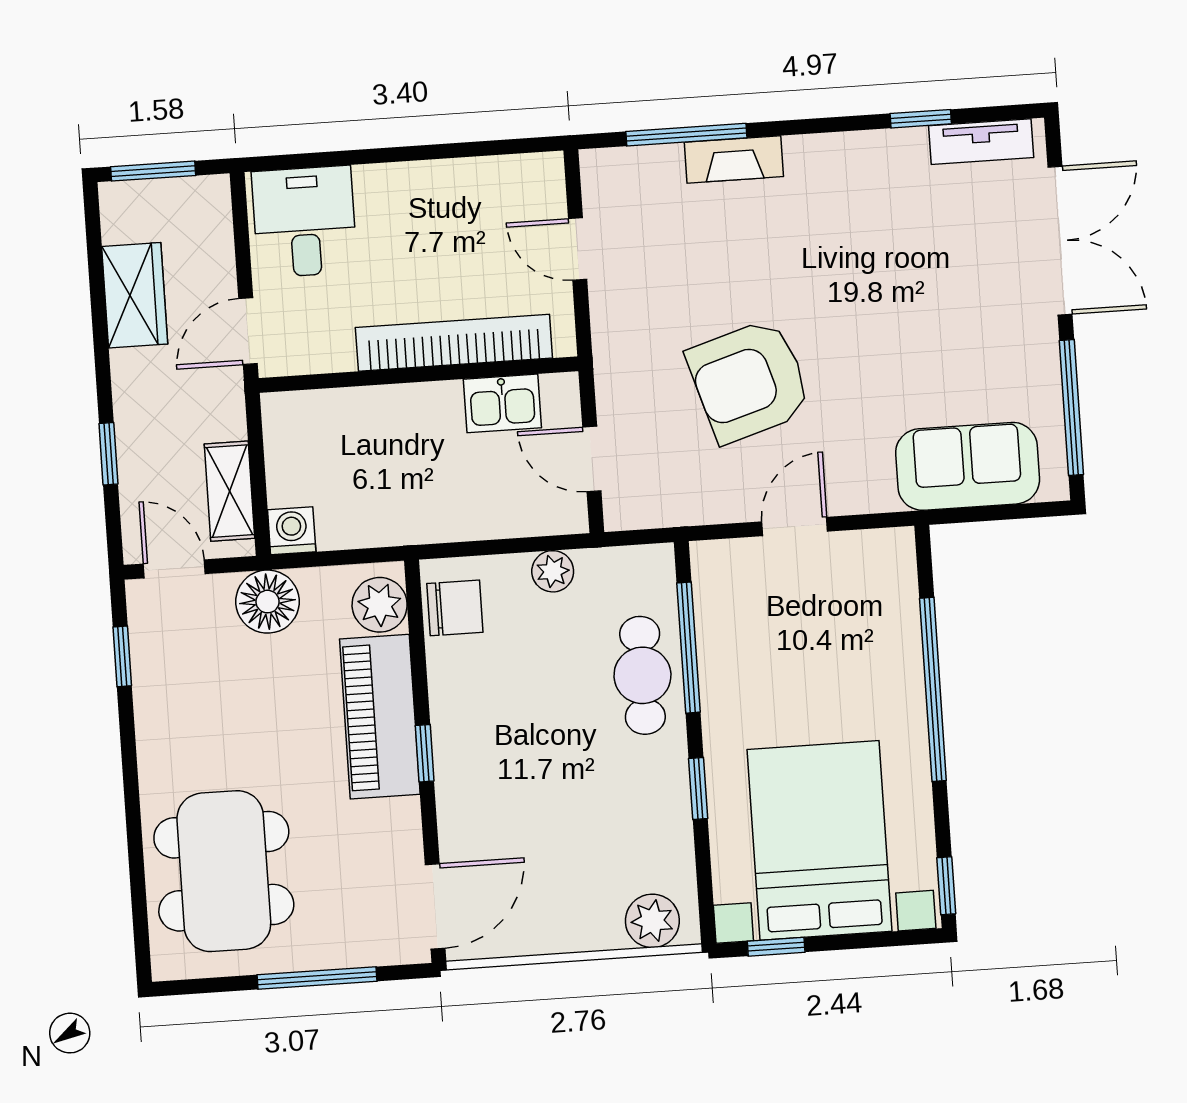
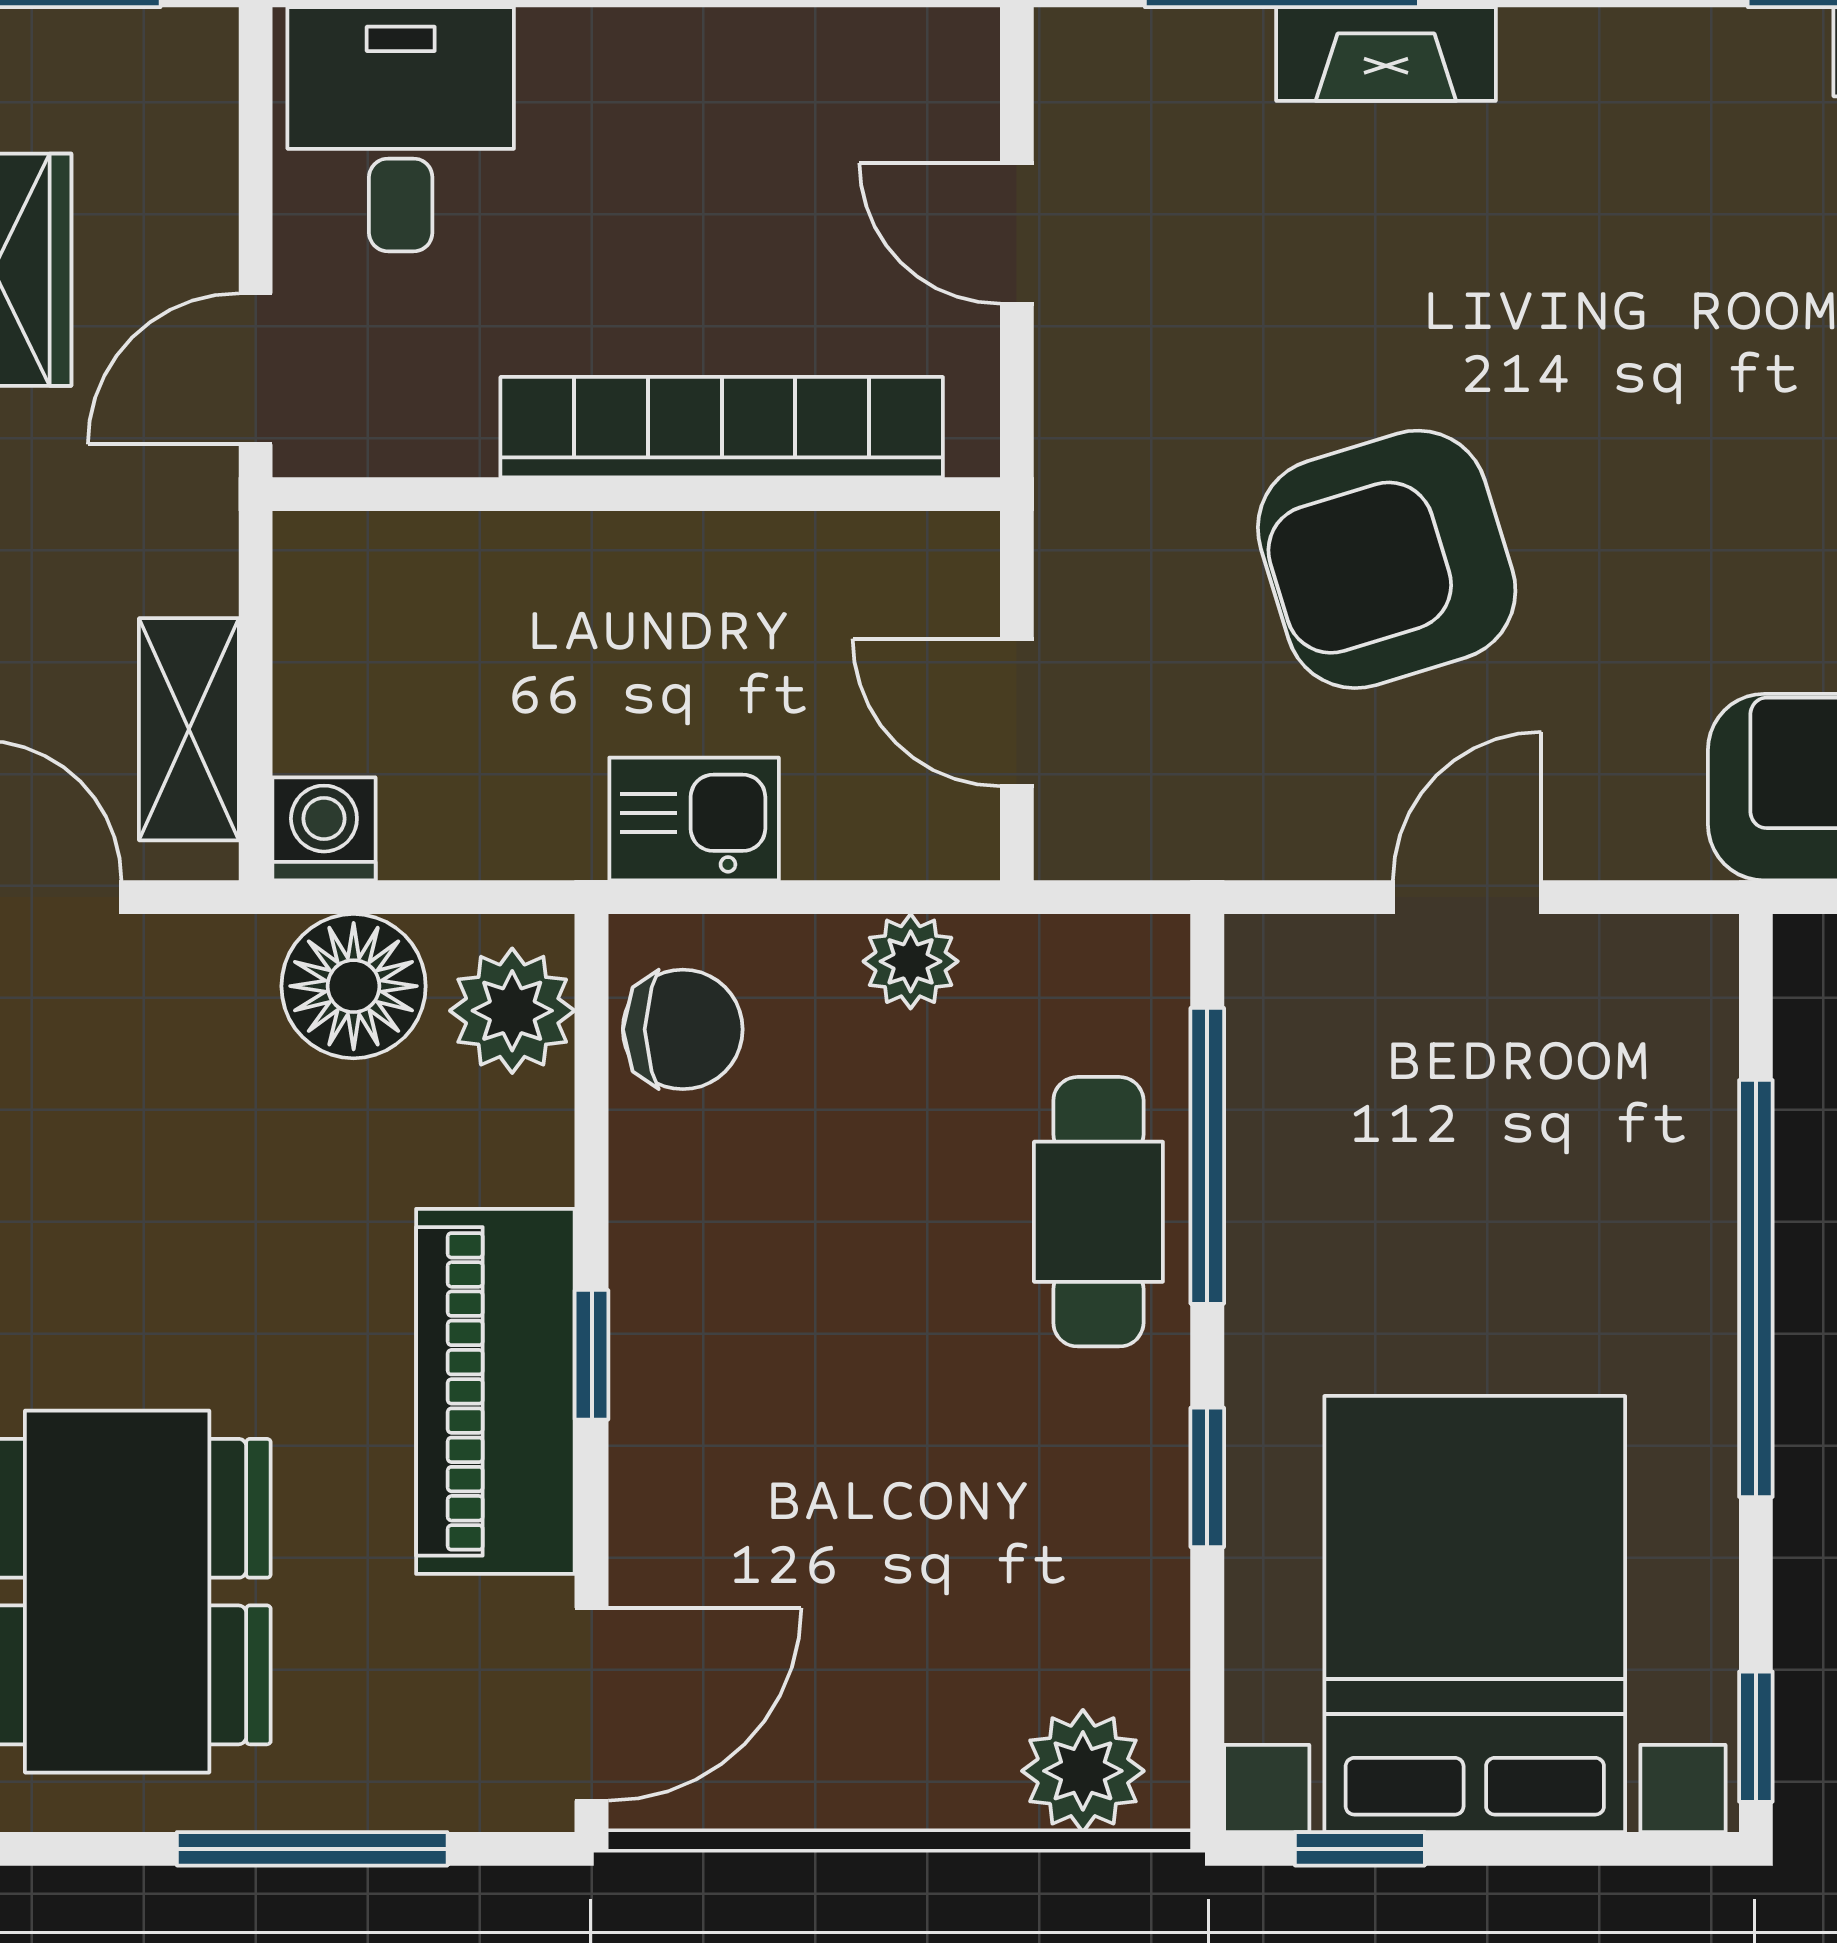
kitchen sink: (502, 403) -> (694, 819), moved, turned 180
floor lamp: (268, 602) -> (354, 986), moved
piano: (380, 717) -> (495, 1391), moved

